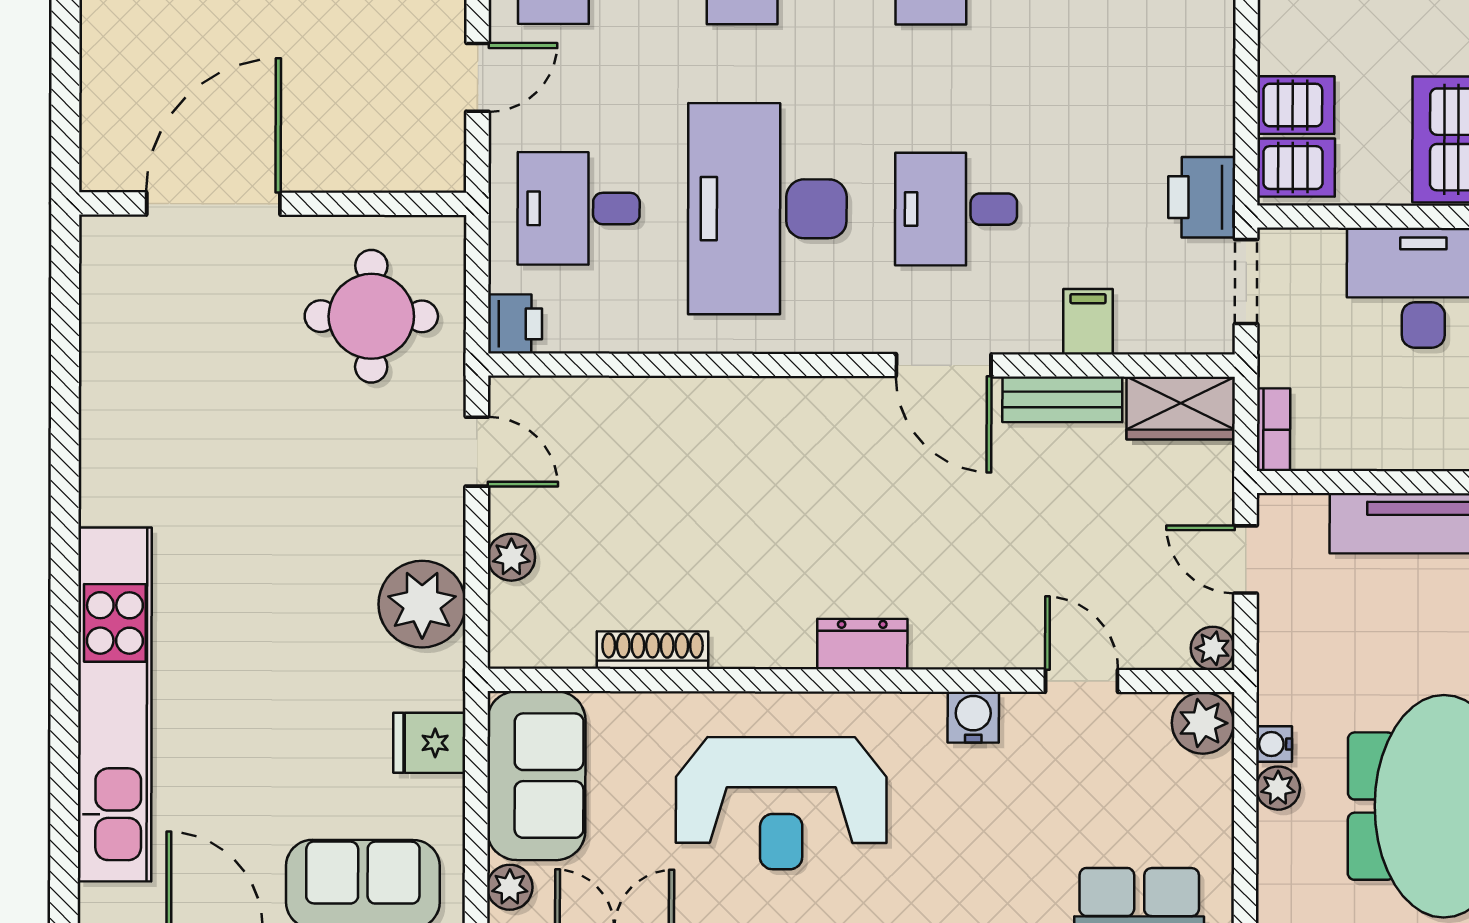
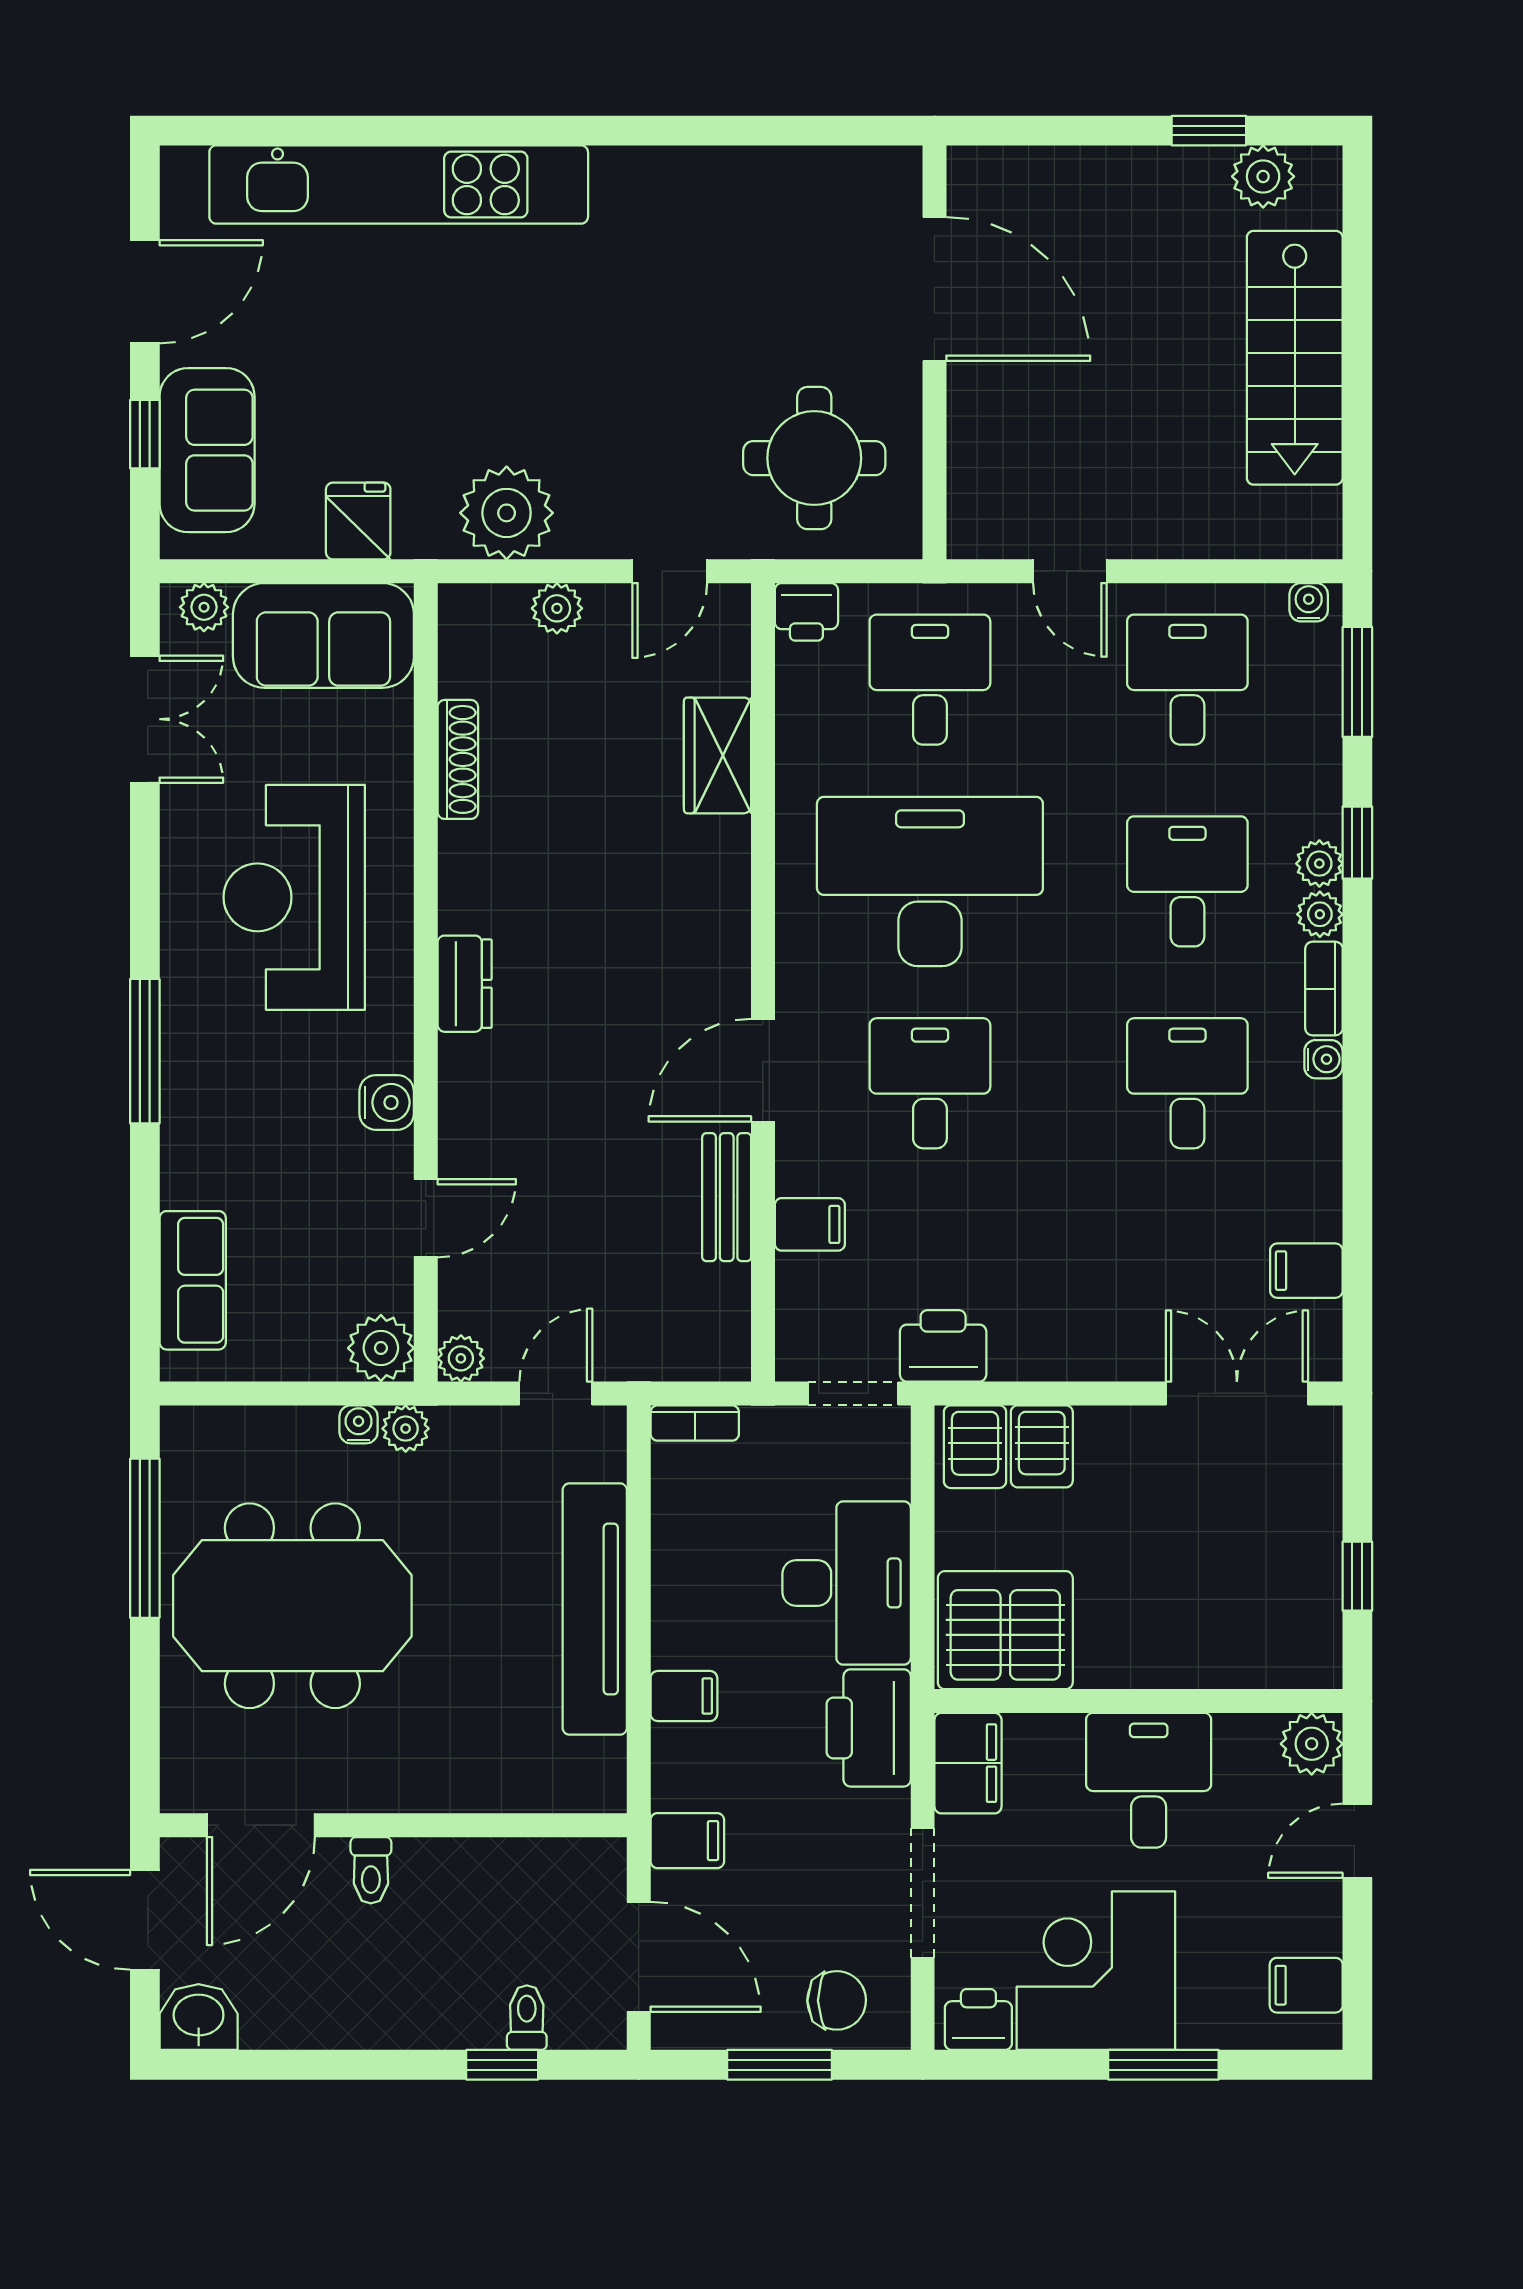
wardrobe: (1181, 408) -> (718, 755), moved
plant: (1278, 788) -> (406, 1429), moved

